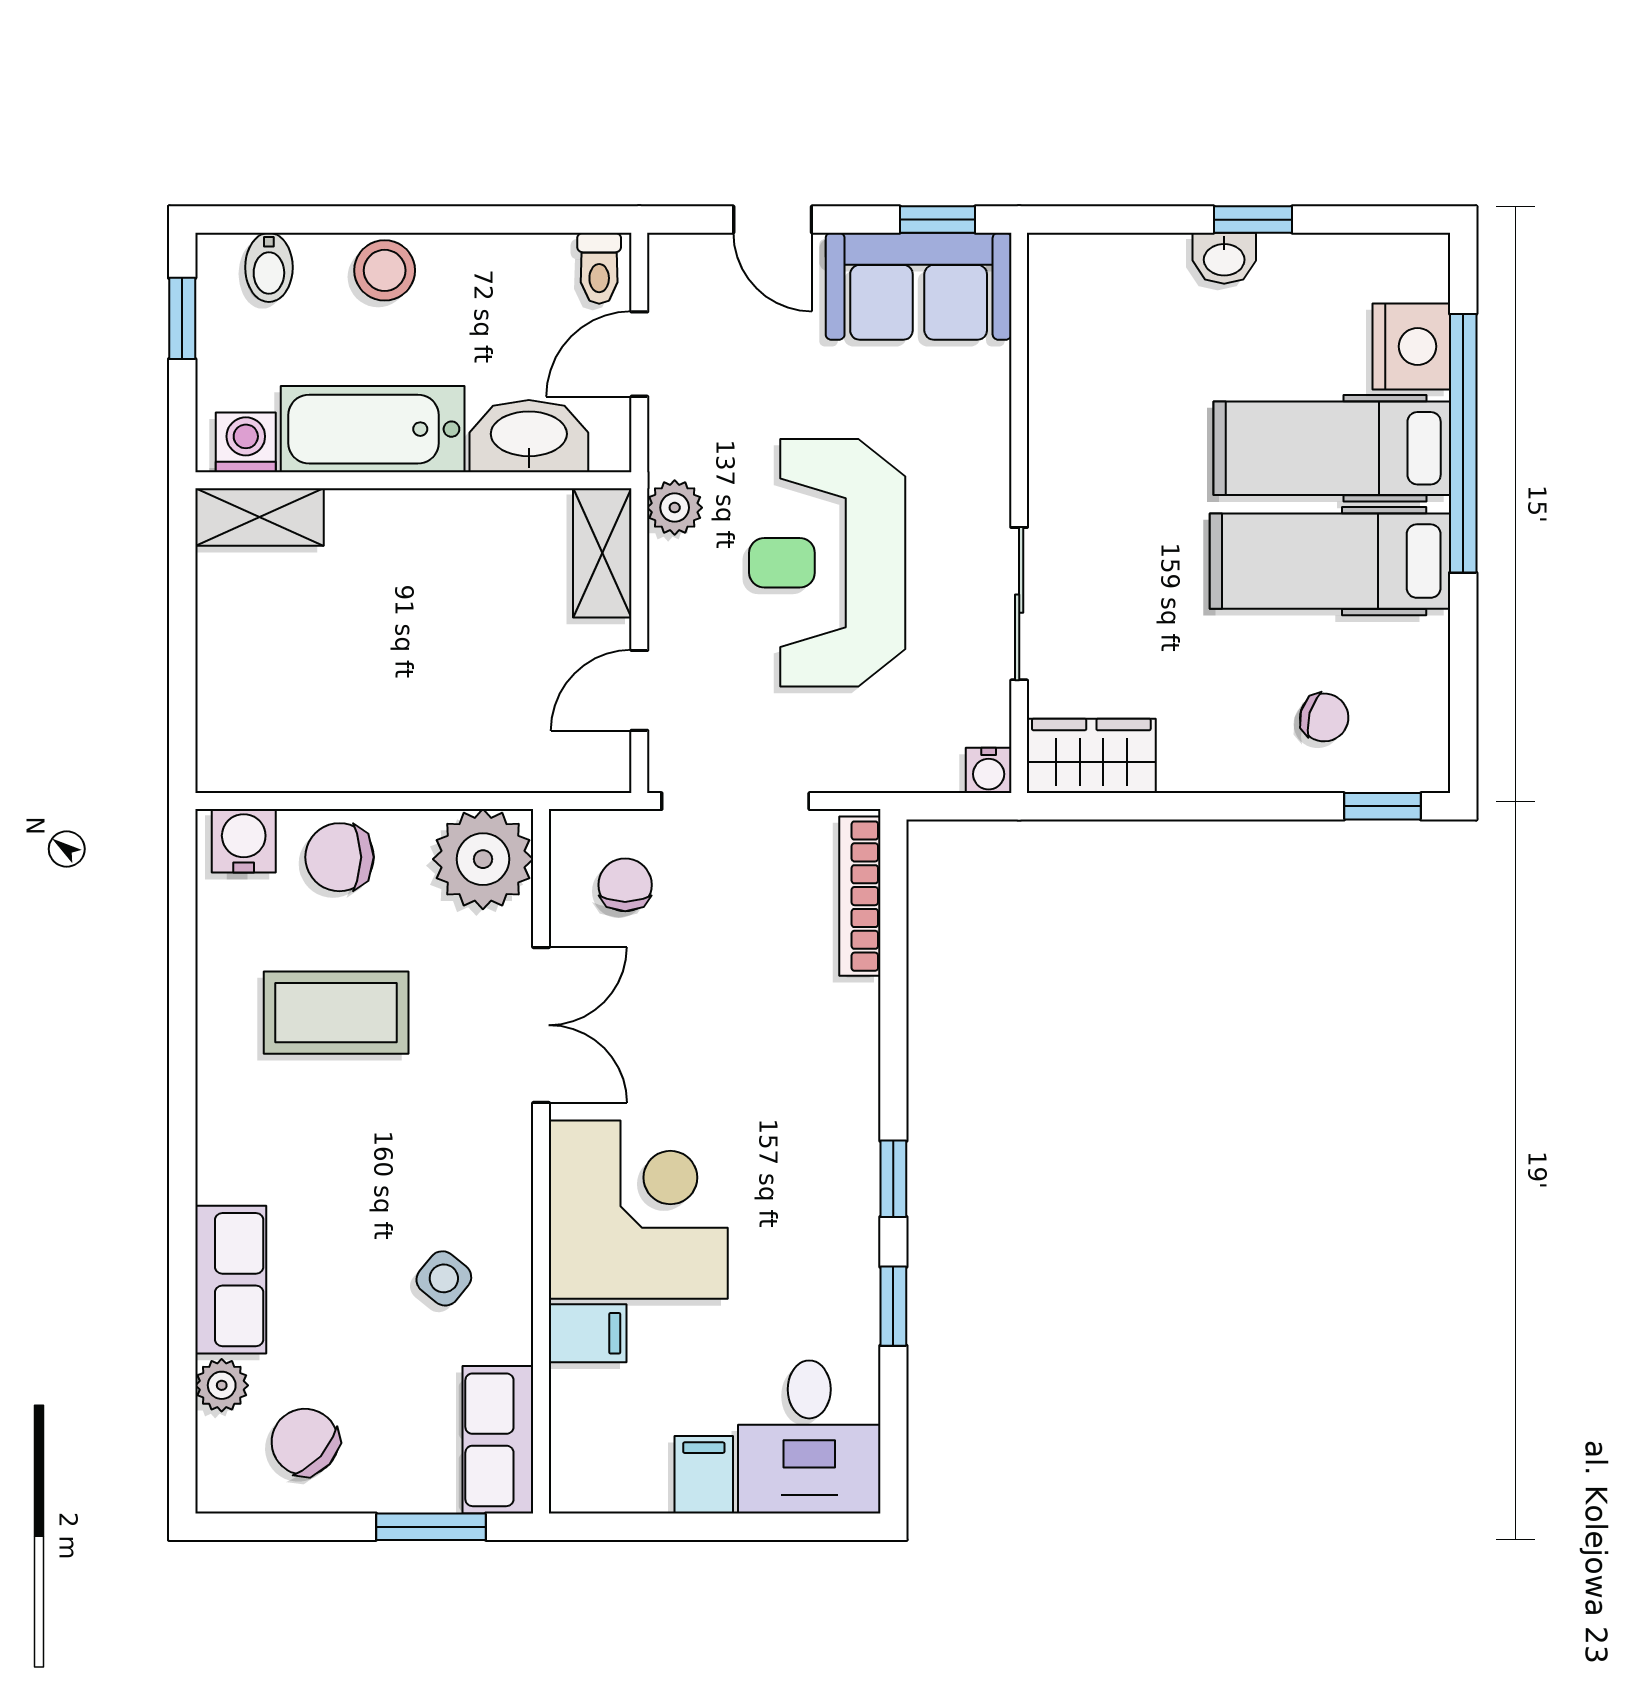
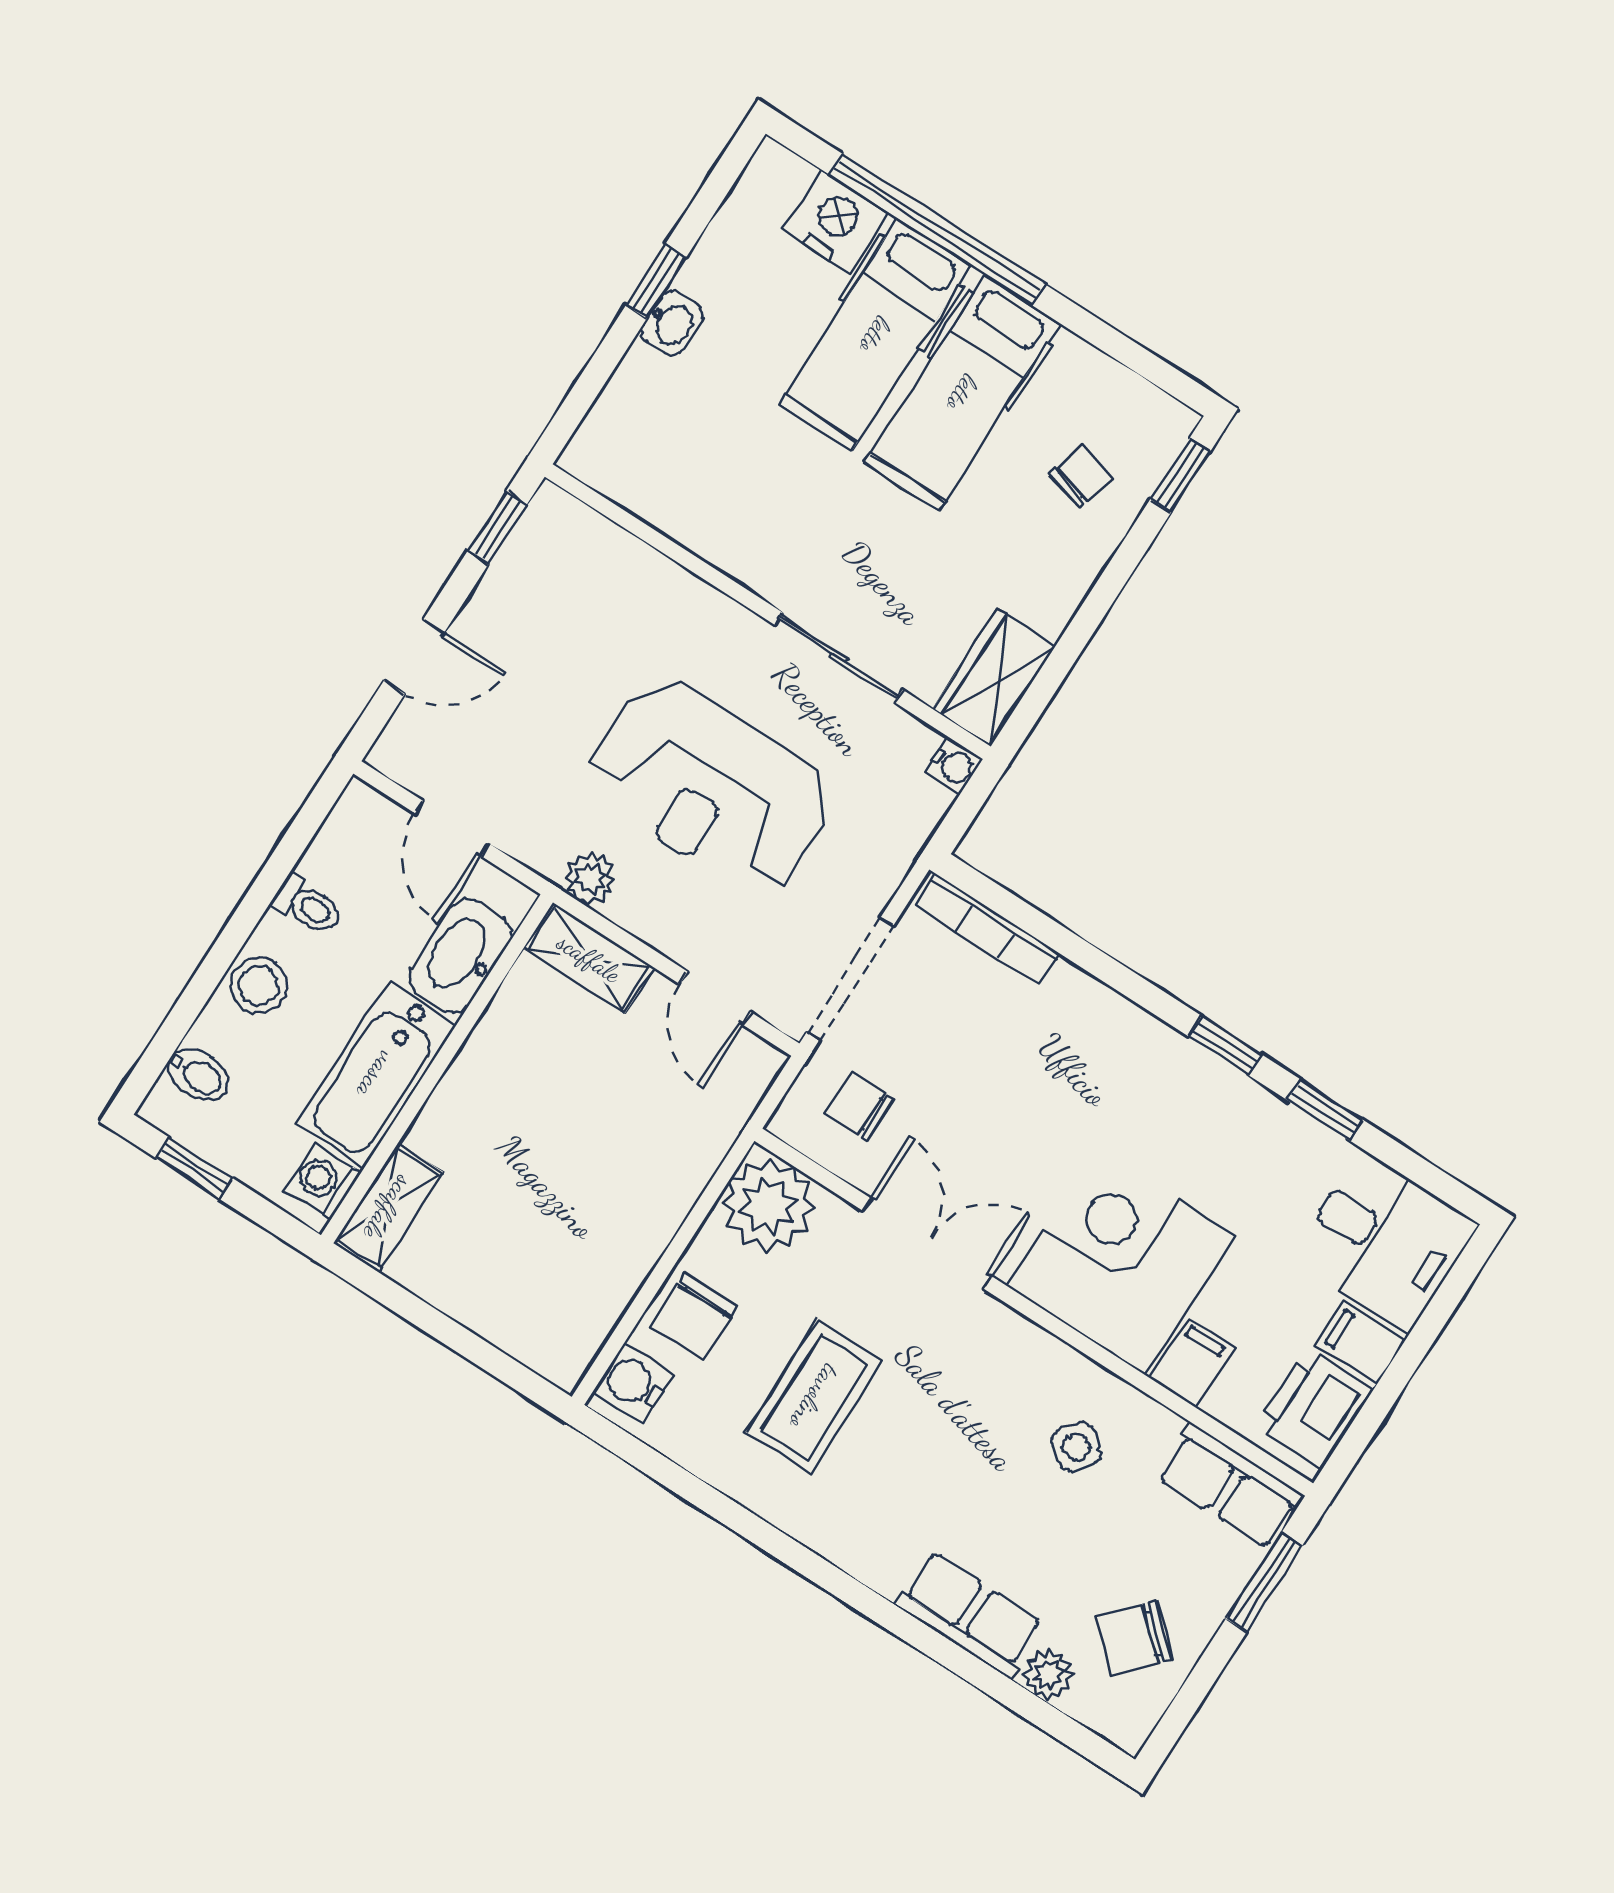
toilet: (599, 268) -> (308, 905), moved
sofa: (919, 286) -> (540, 576), removed
printer: (617, 1470) -> (1314, 1408), added

